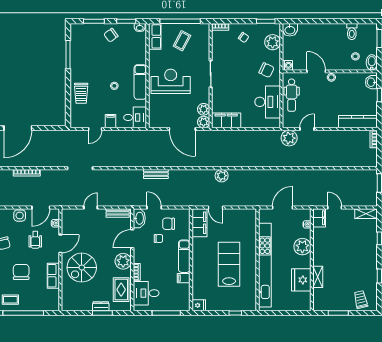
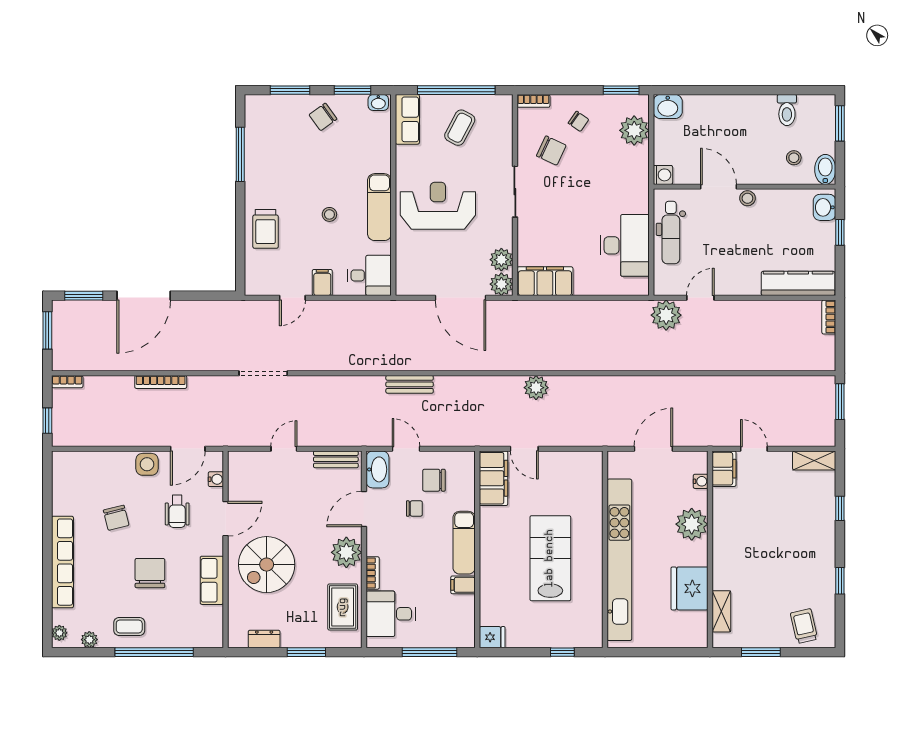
chair: (267, 70) -> (551, 151), moved
shelving: (318, 277) -> (721, 611), moved
dresser: (101, 306) -> (264, 639), moved

